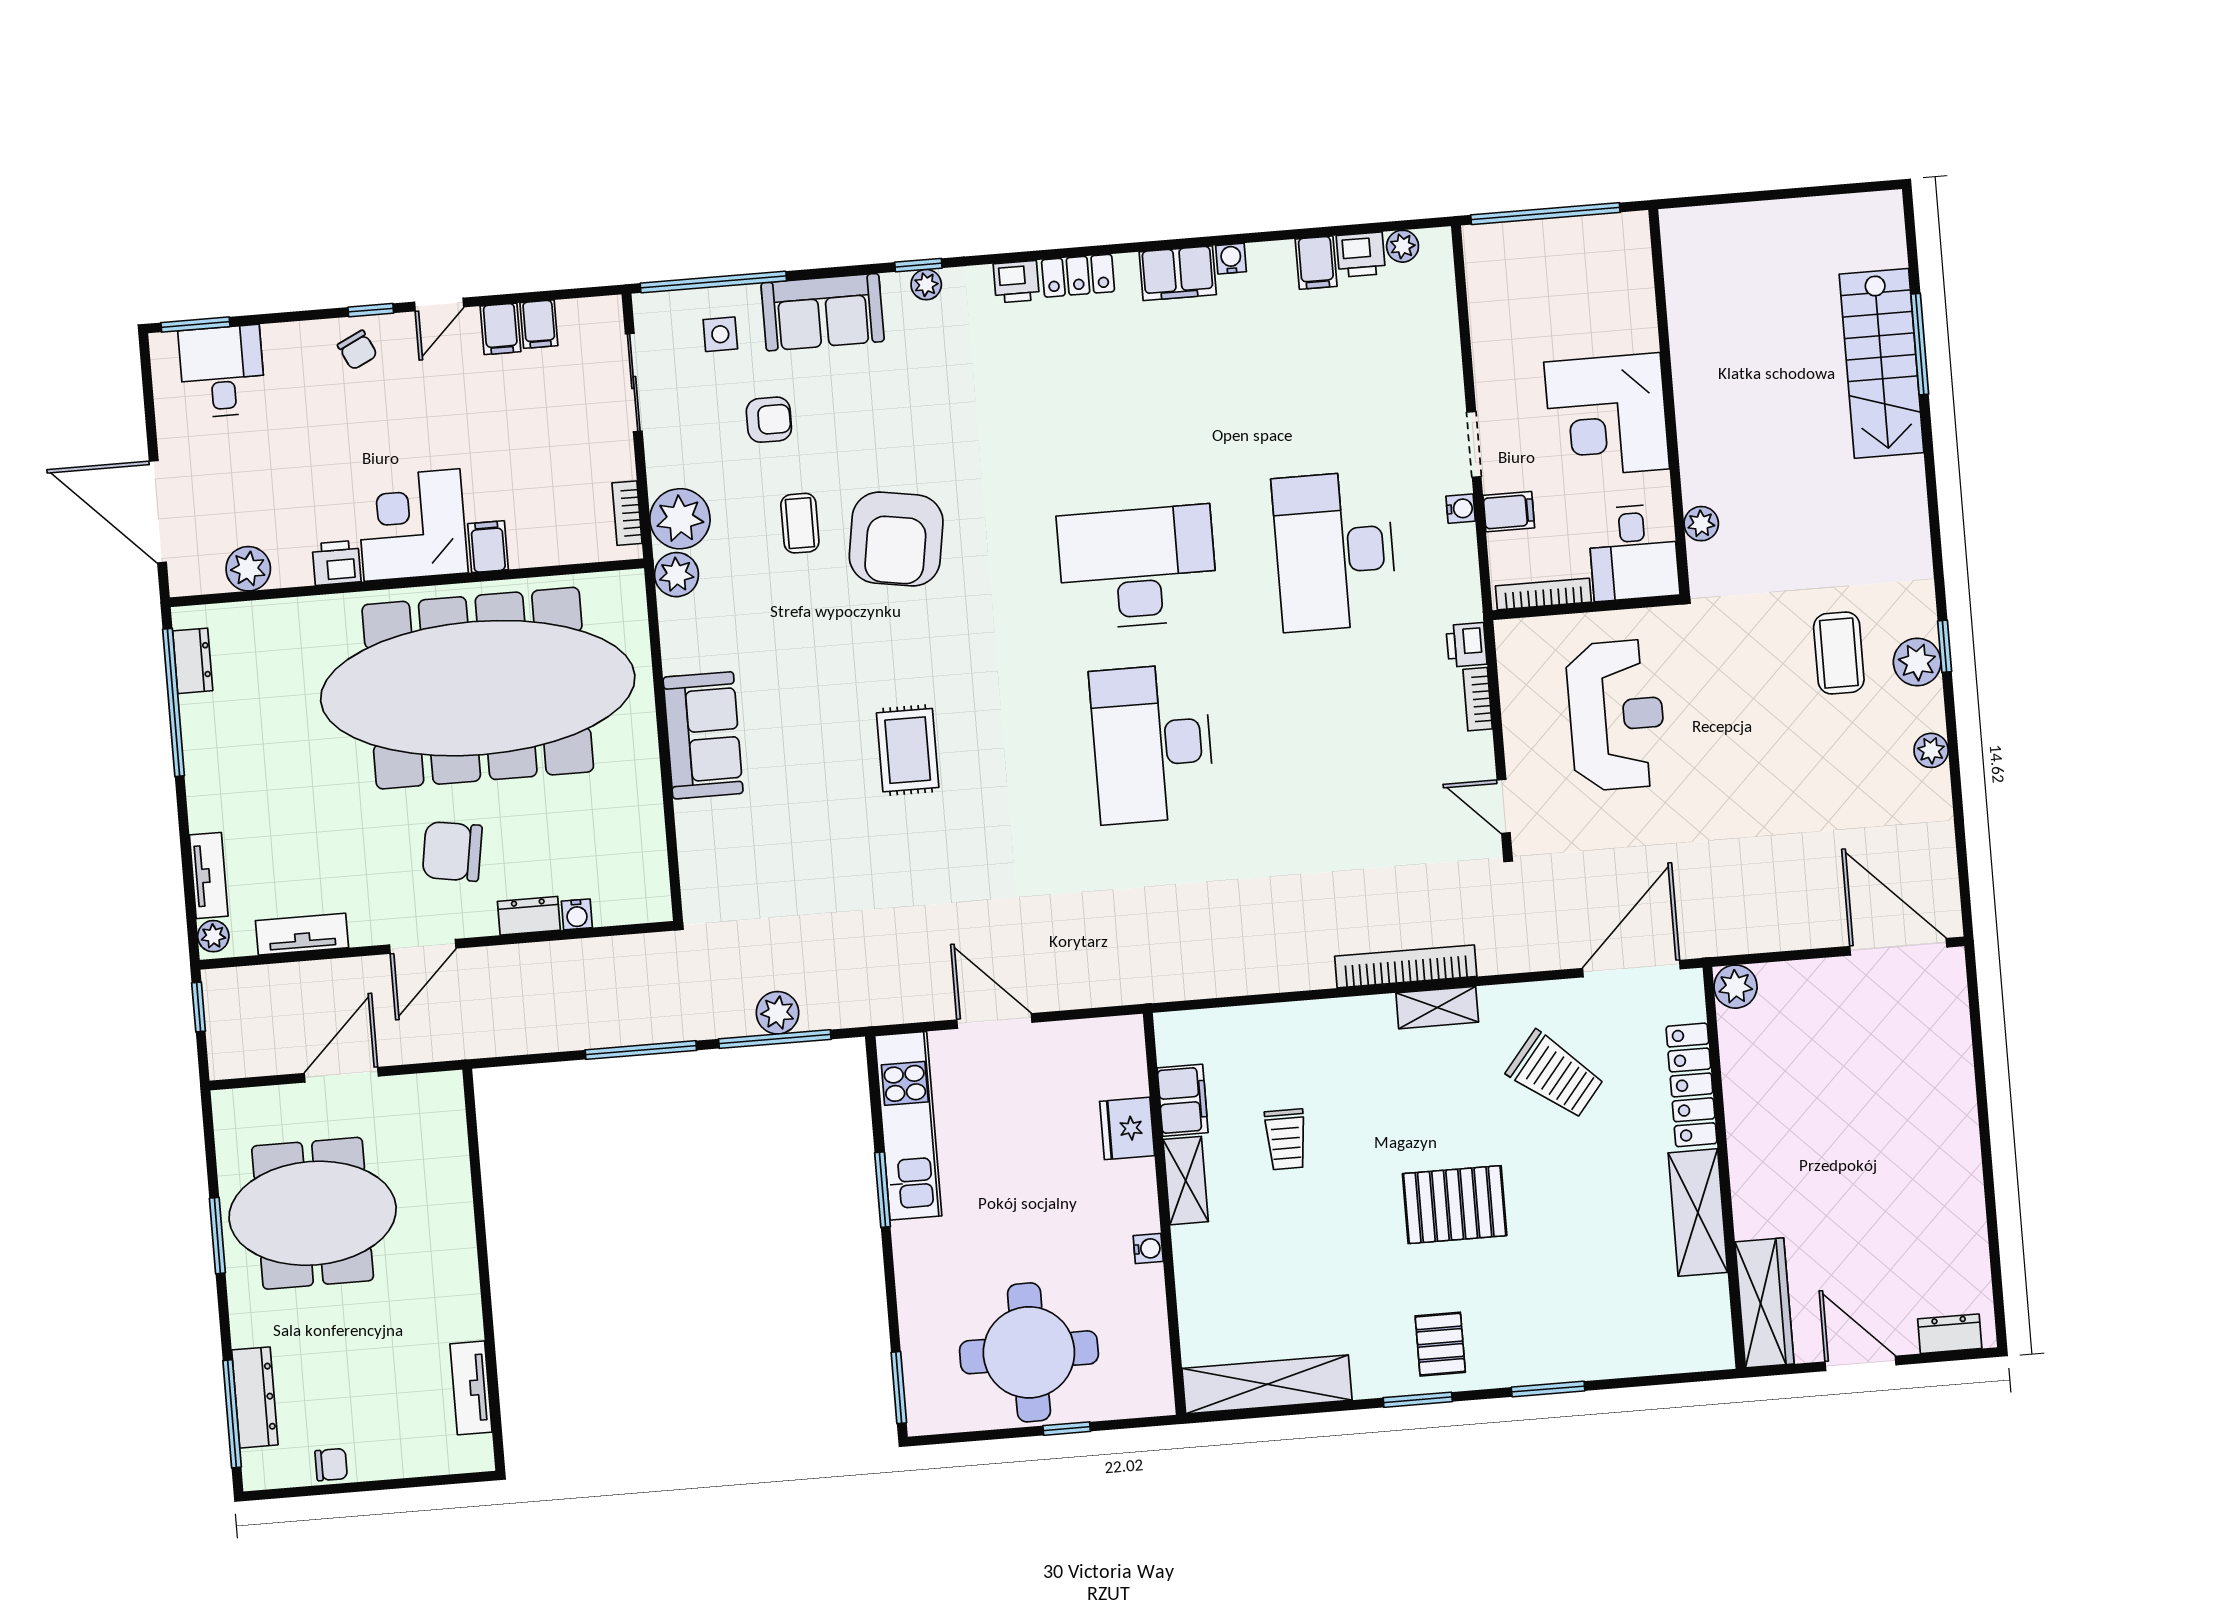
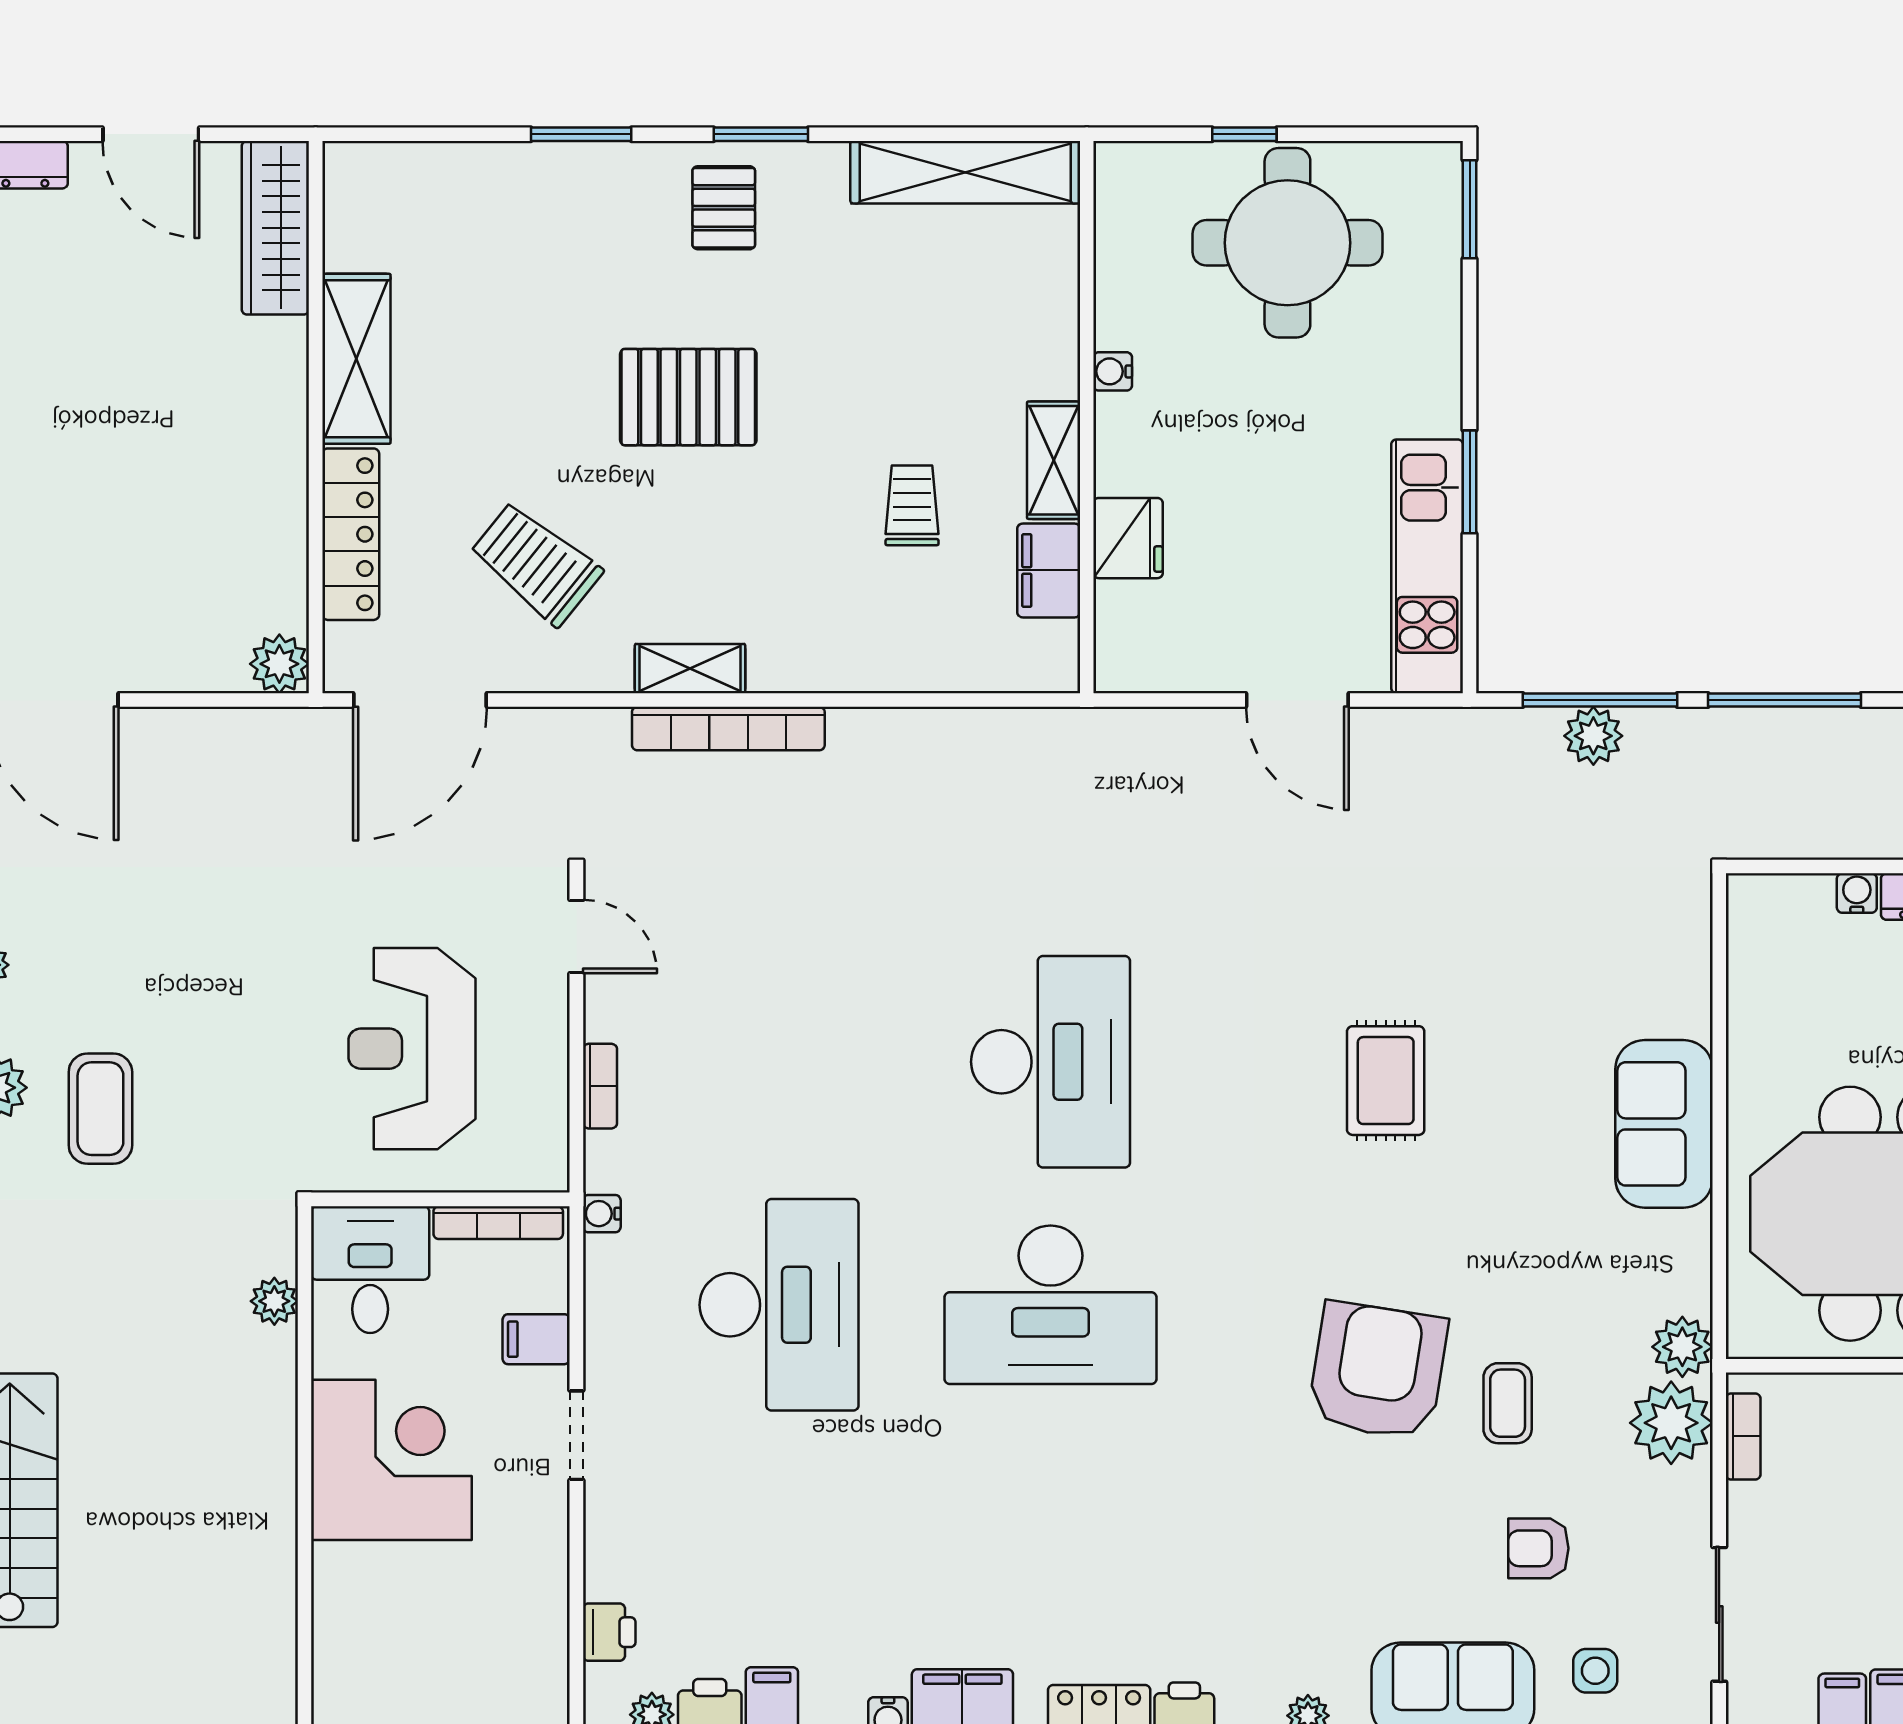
water cooler: (1461, 509) -> (602, 1214), moved
printer: (1466, 645) -> (609, 1632), moved

